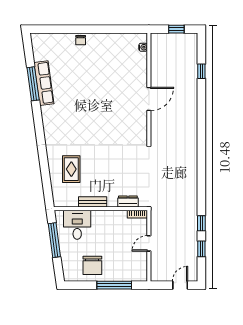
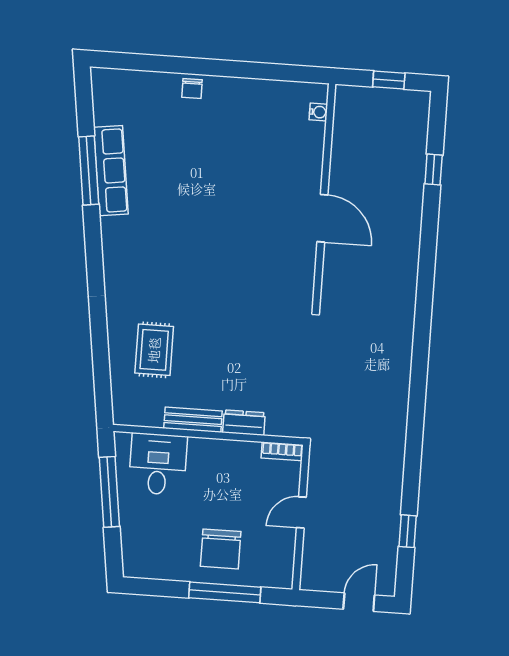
door: (149, 99) -> (322, 218), hinge flipped
dresser: (128, 202) -> (244, 423), moved
window: (201, 223) -> (411, 479), removed
chair: (92, 265) -> (221, 549), moved

